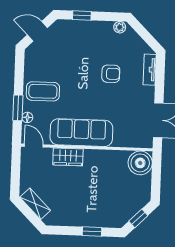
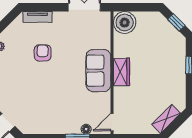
coffee table: (43, 91) -> (61, 115), removed
sofa: (81, 133) -> (98, 71), width x0.73
wardrobe: (68, 157) -> (121, 72), moved

